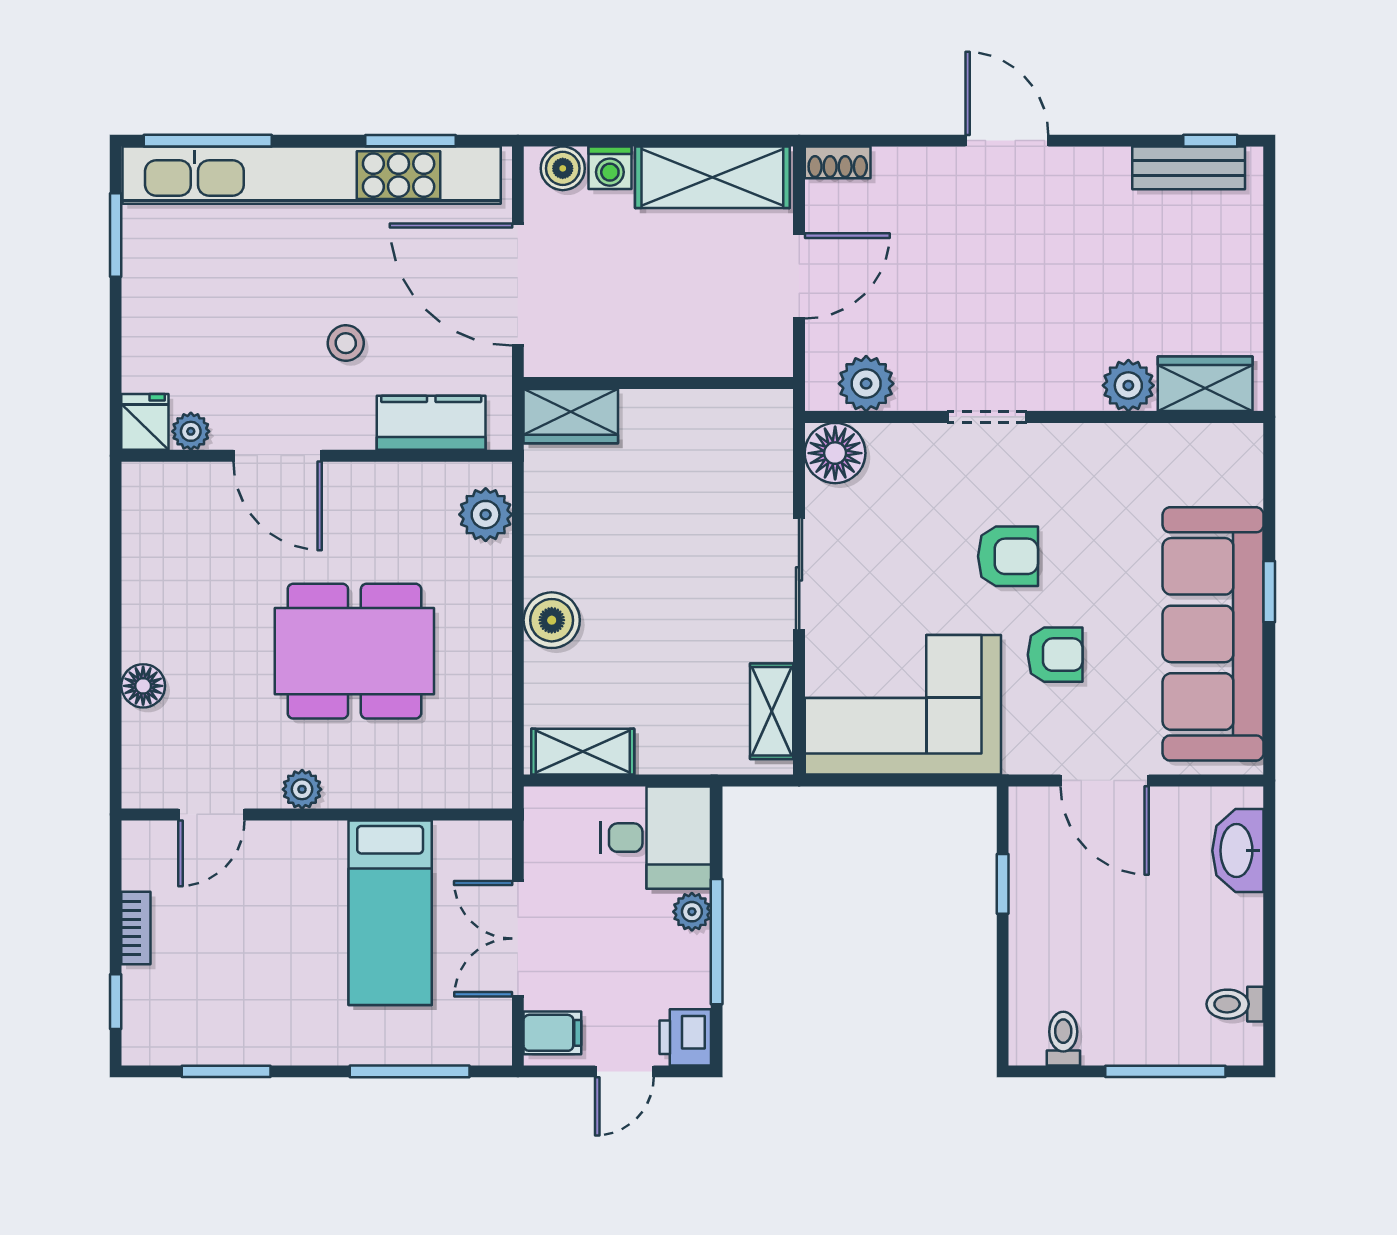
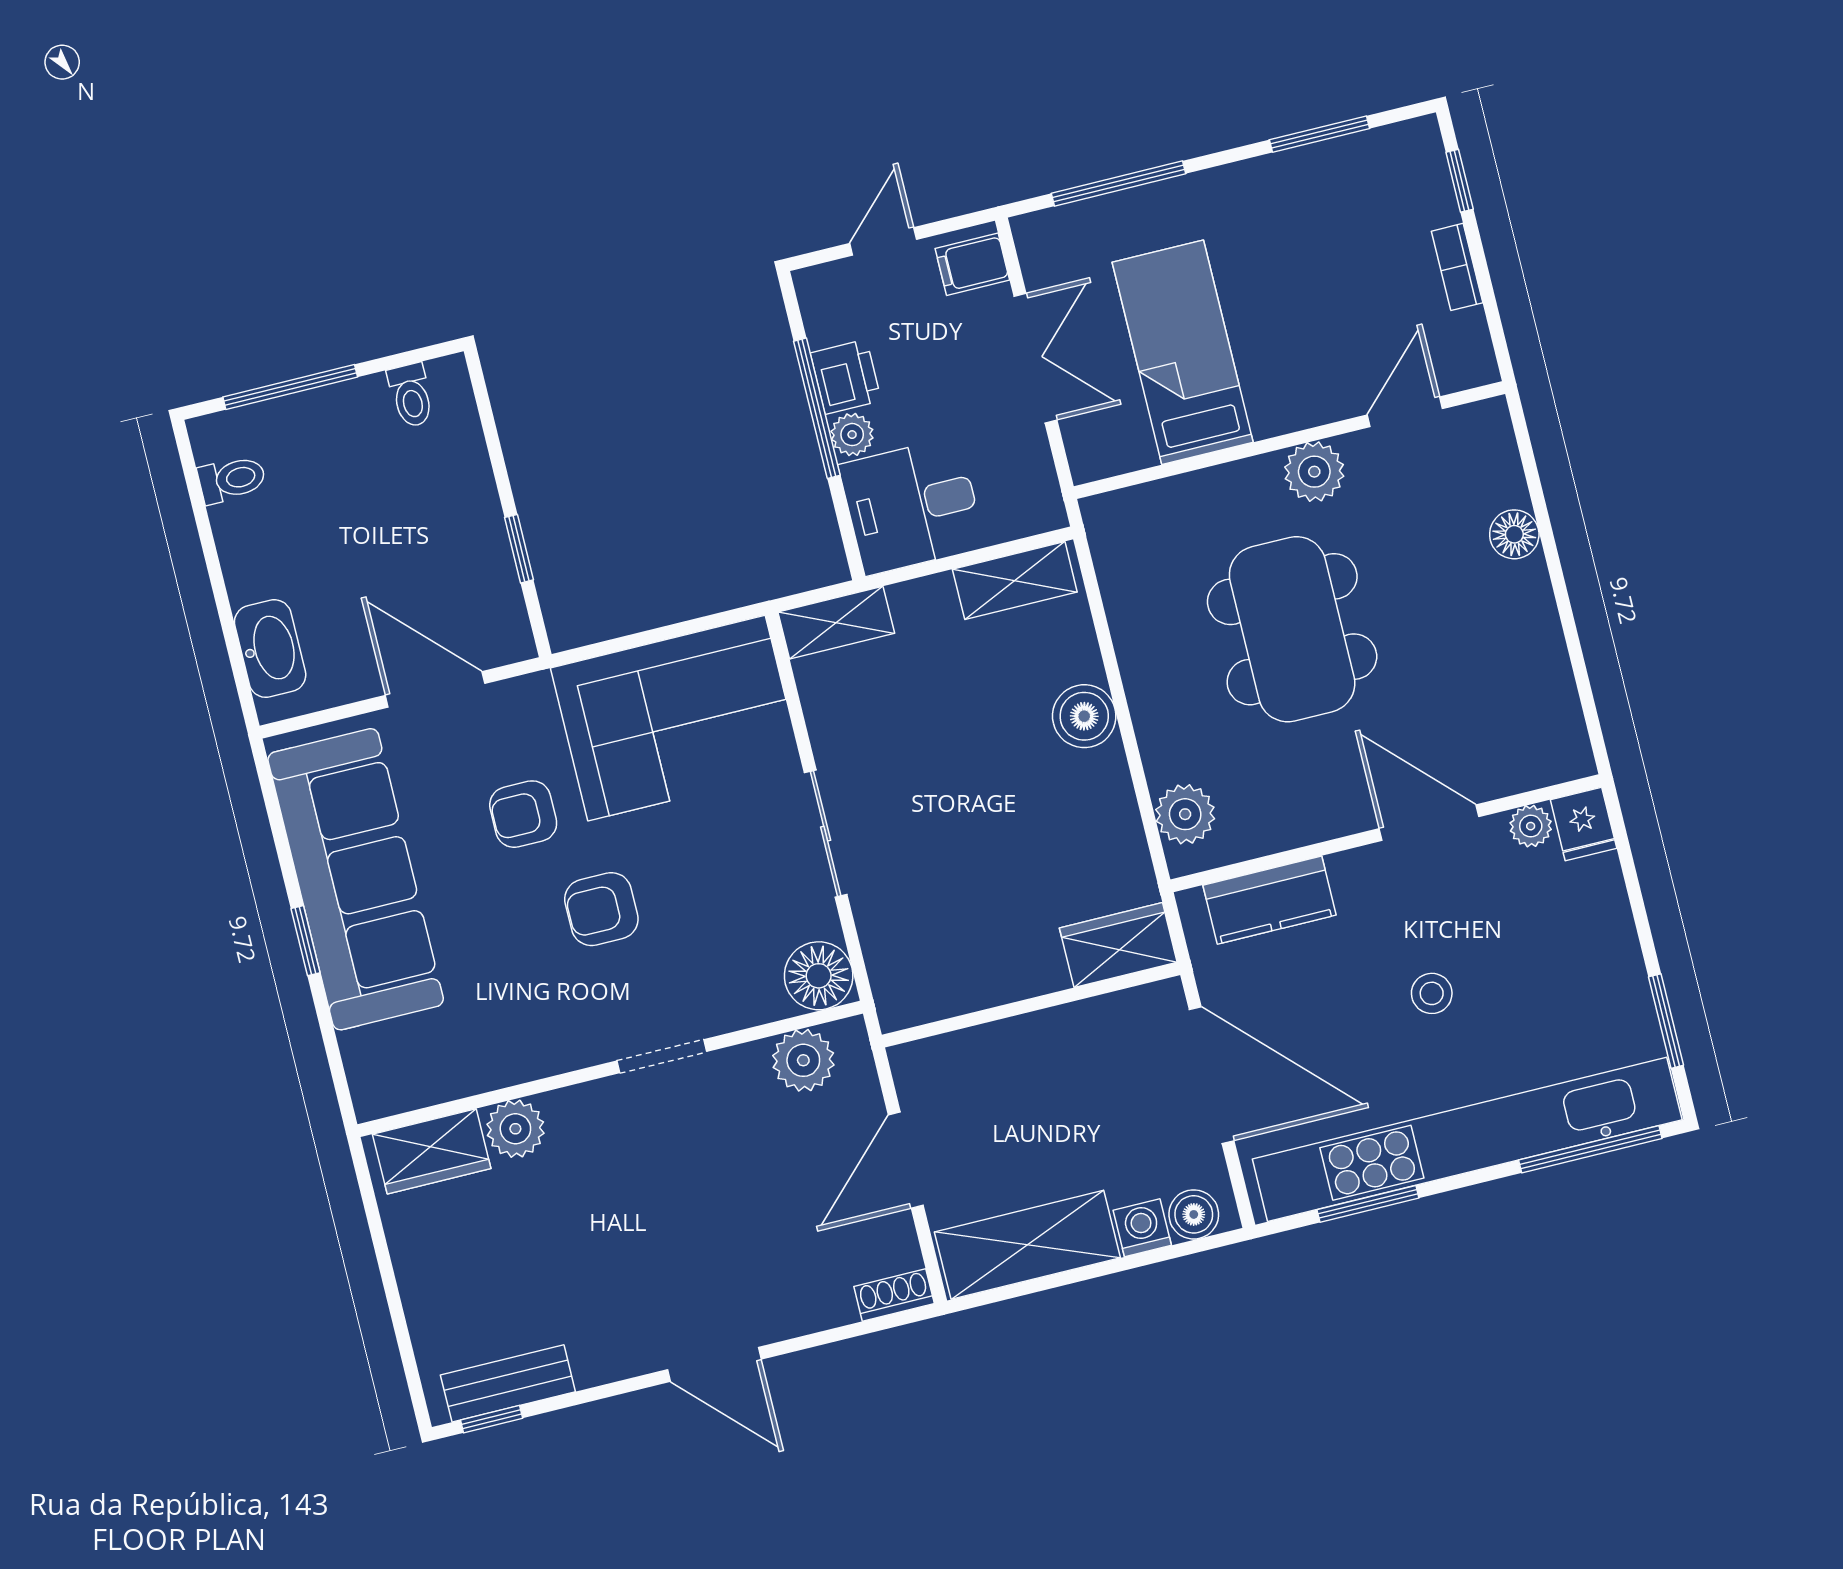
stool: (346, 343) -> (1432, 993), moved
dining table: (354, 651) -> (1292, 629), turned 90
shelving: (772, 711) -> (836, 623), moved, turned 90
plant: (302, 789) -> (1314, 472), width x1.38, depth x1.38
printer: (685, 1037) -> (846, 377), moved

